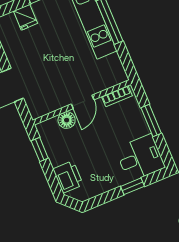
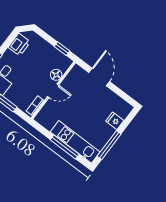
door: (83, 102) -> (53, 91), swing flipped
printer: (68, 177) -> (19, 45), moved, turned -90

